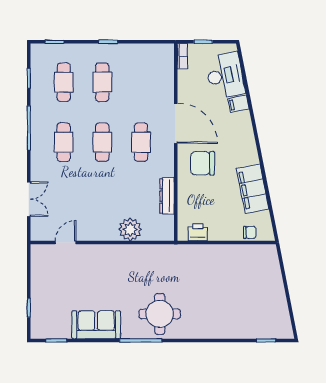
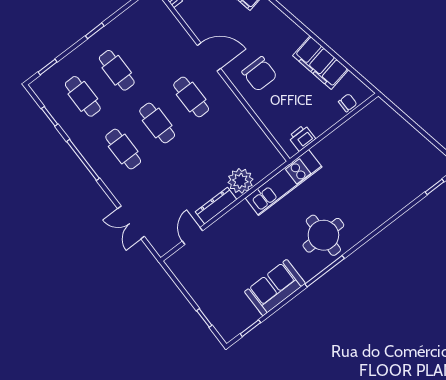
door: (176, 123) -> (209, 57), width x0.73
chair: (203, 163) -> (259, 74), turned -90
dresser: (167, 196) -> (216, 206), moved, turned 90
double door: (29, 199) -> (131, 223), swing flipped
kitchen unit: (160, 254) -> (284, 183), added

